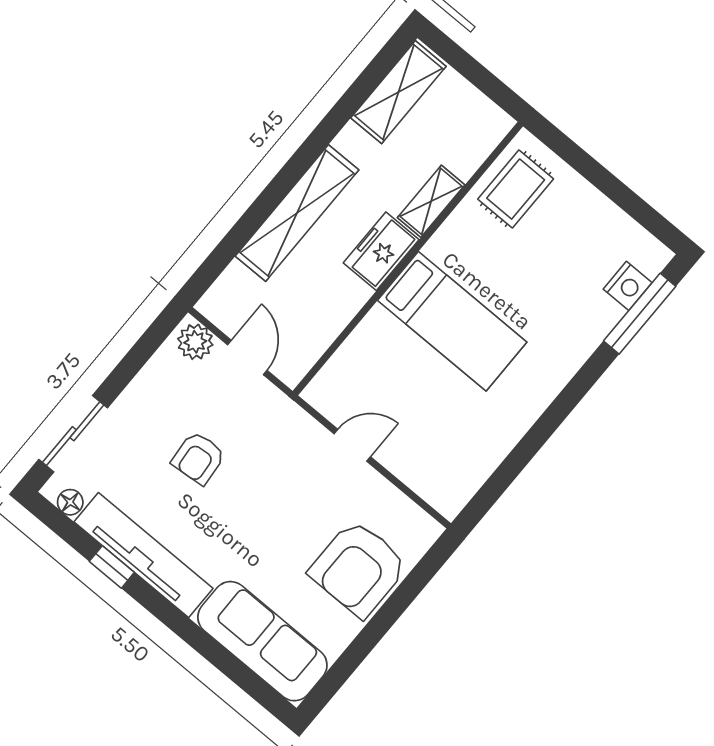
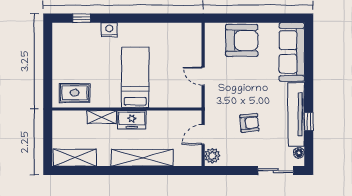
nightstand: (628, 286) -> (109, 30), moved
window: (640, 314) -> (81, 18), width x0.46

